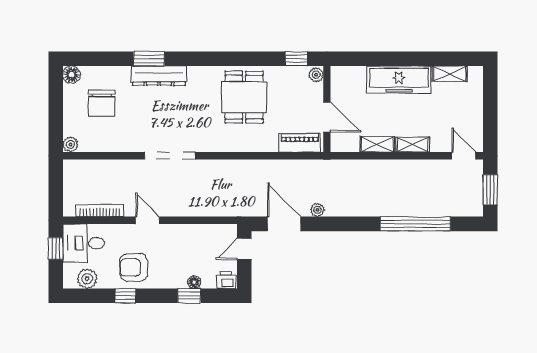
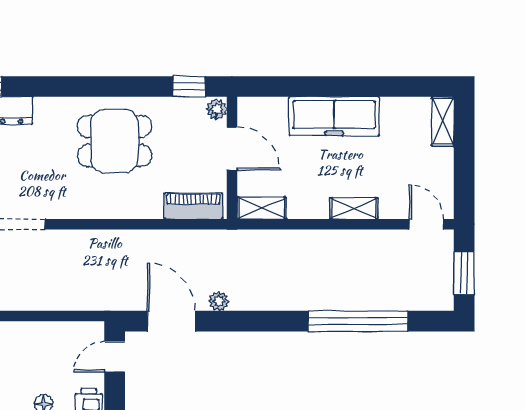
shelving: (450, 74) -> (443, 121), moved, turned 90
dining table: (244, 97) -> (115, 141), turned 90
door: (327, 117) -> (232, 149), moved
shelving: (377, 144) -> (262, 208), moved

